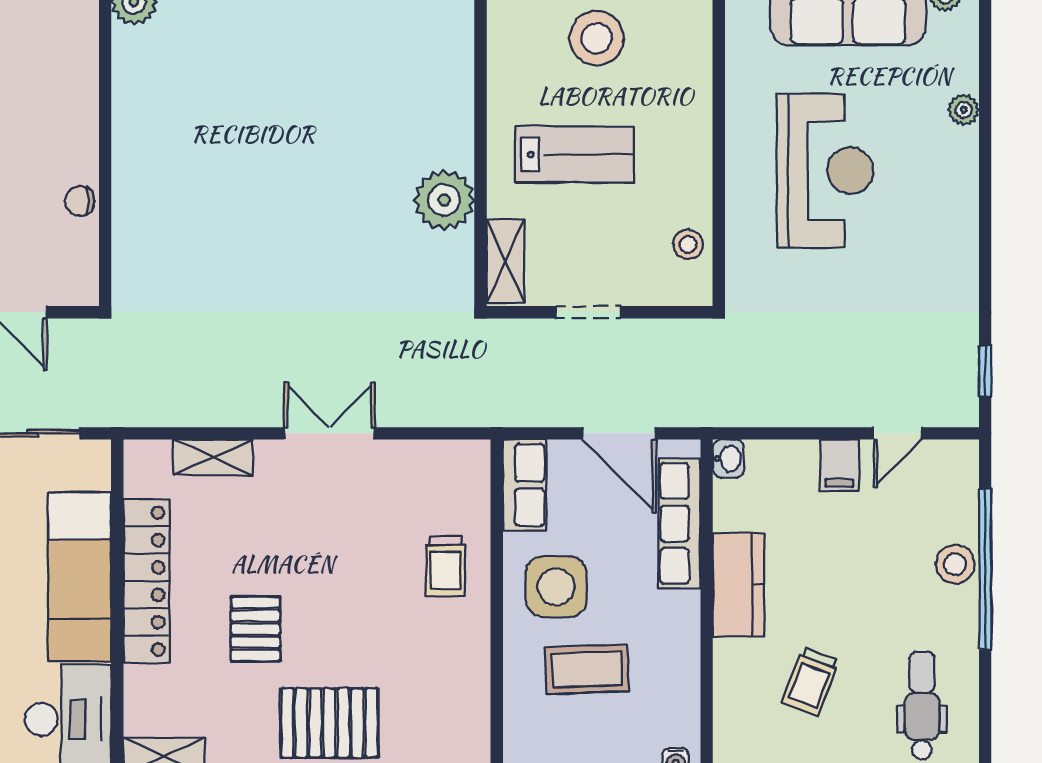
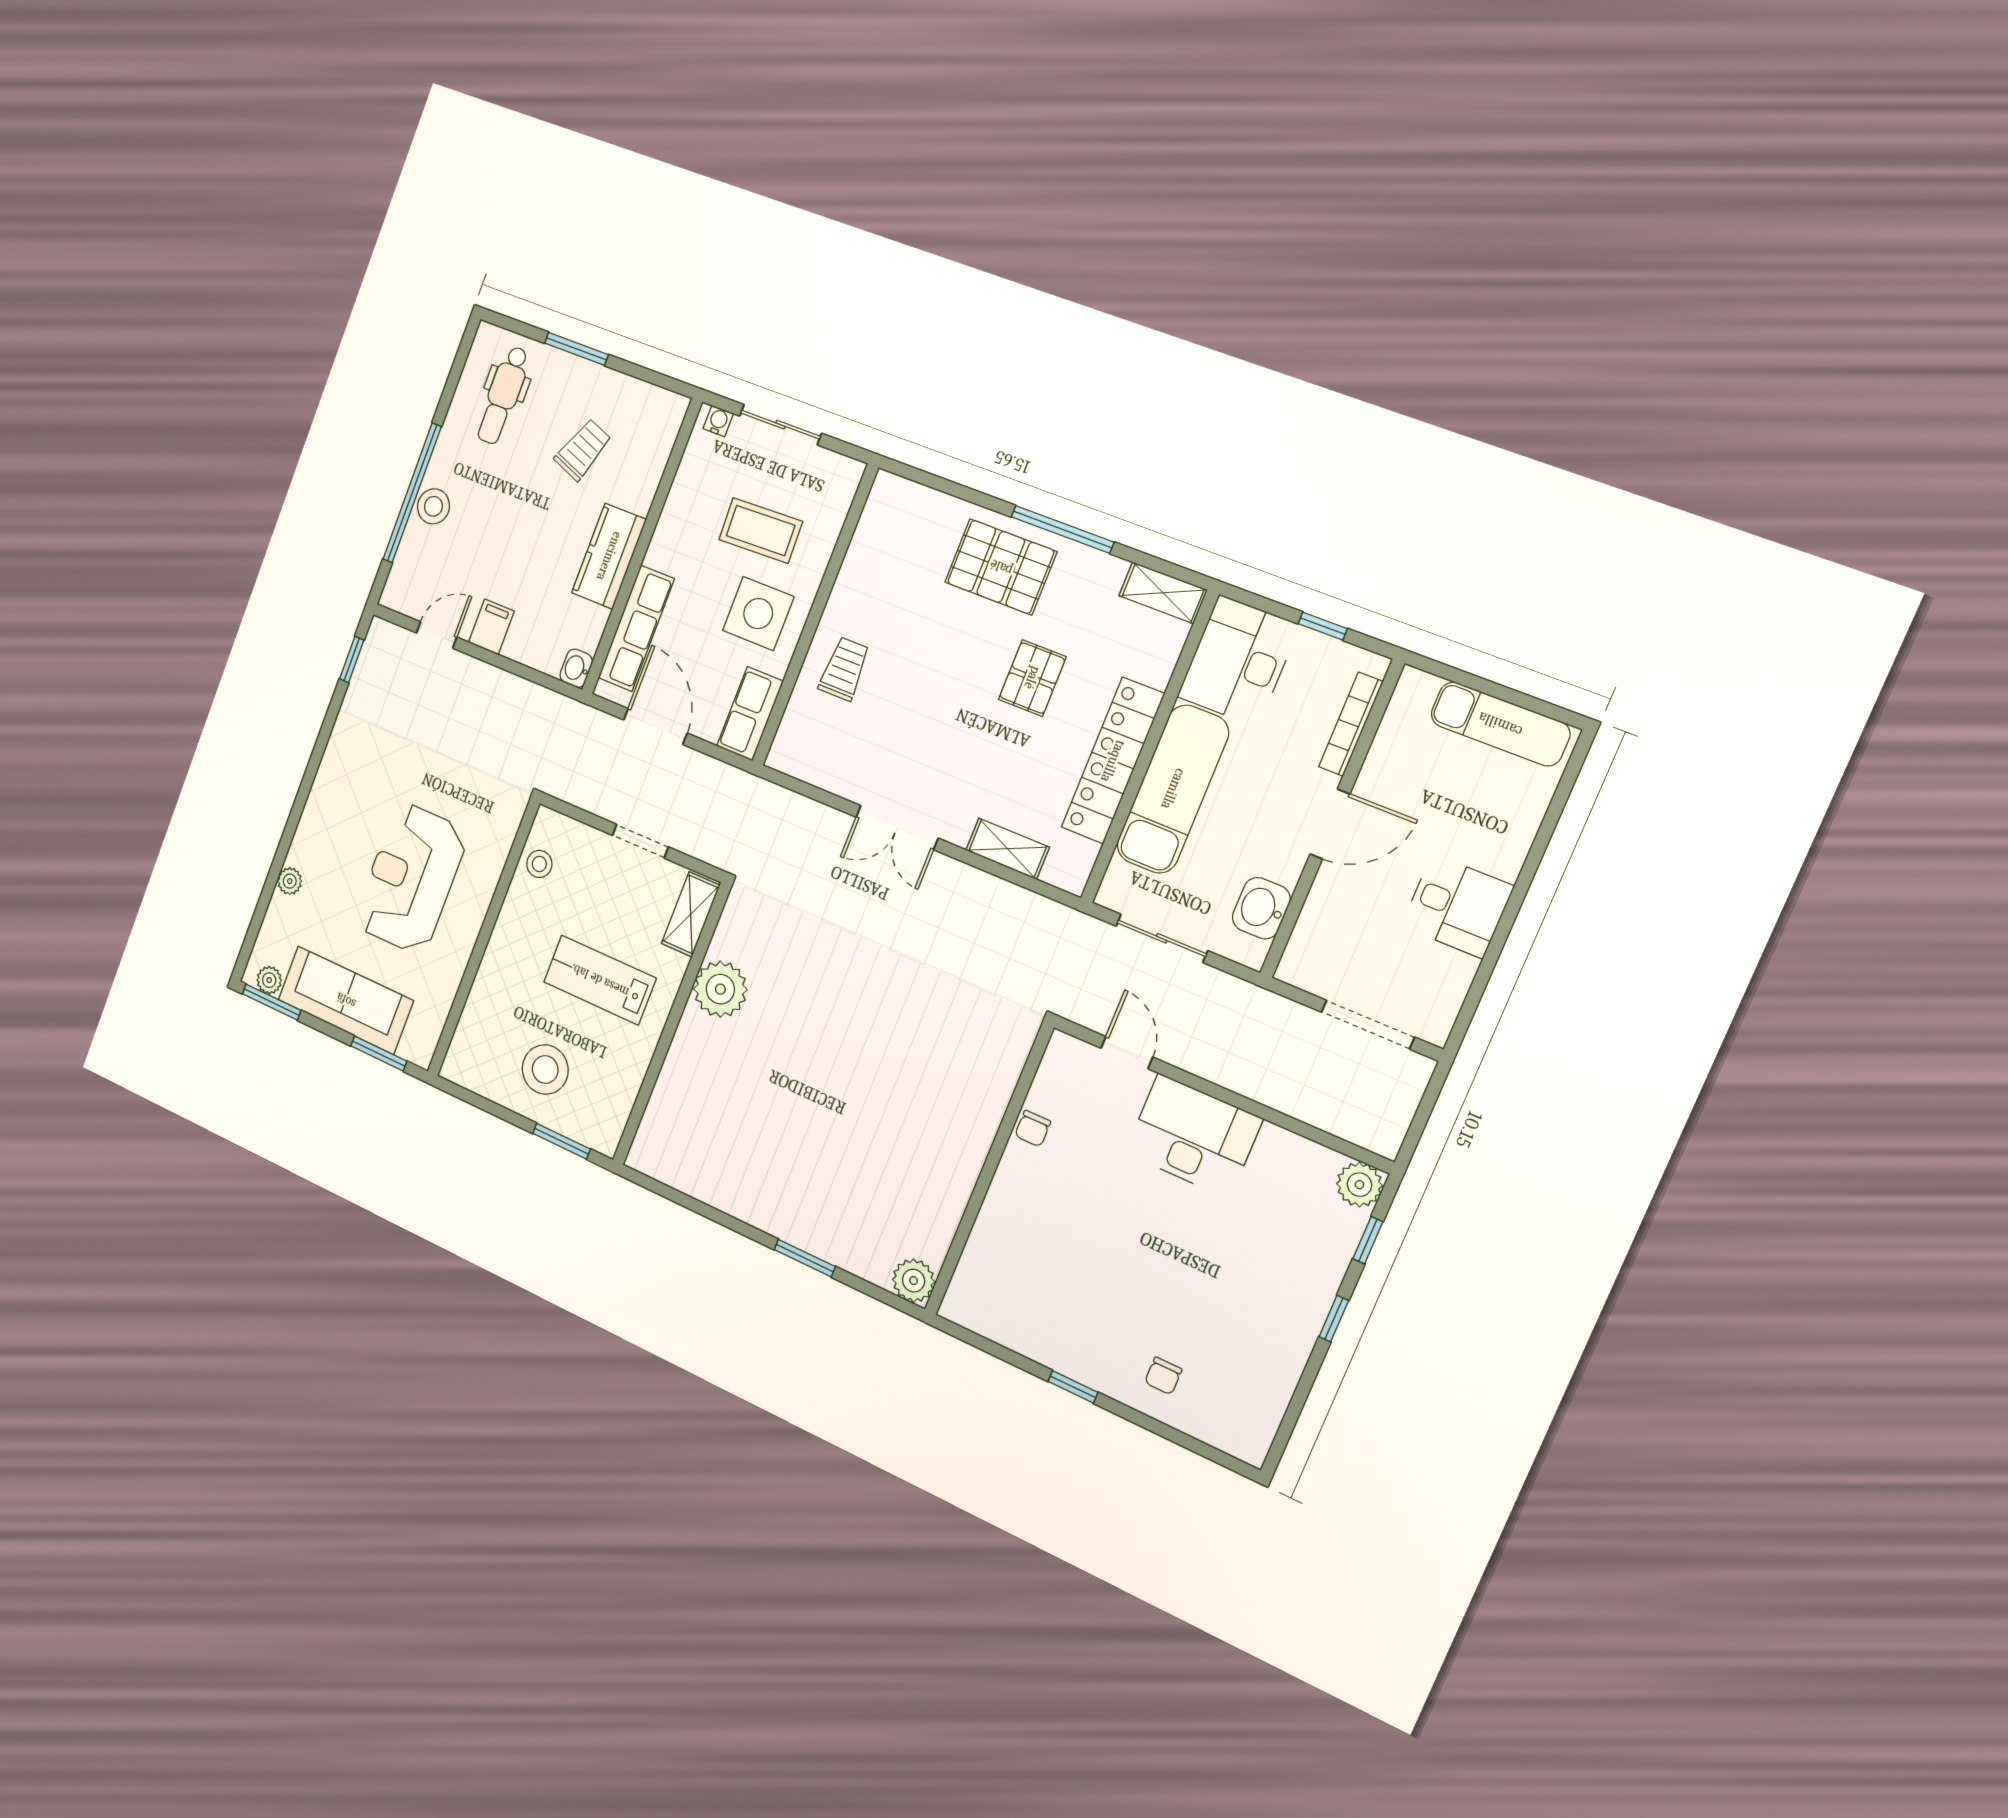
chair: (80, 201) -> (1033, 1129), turned 90

